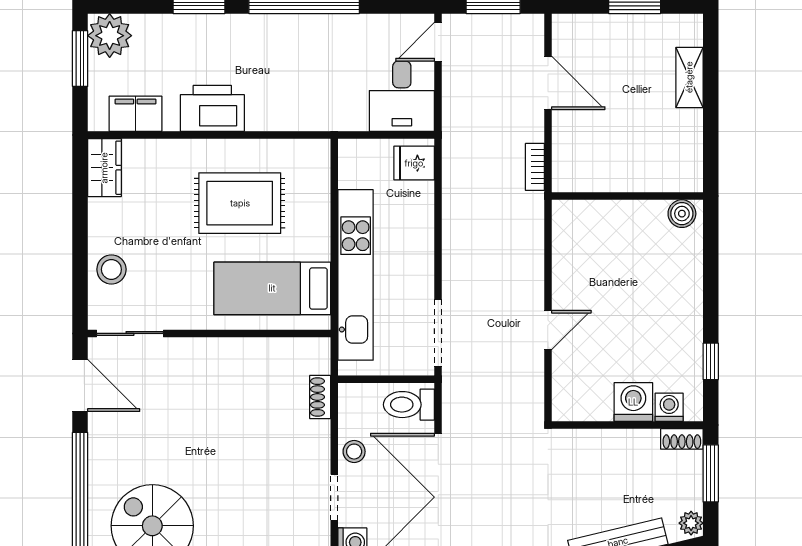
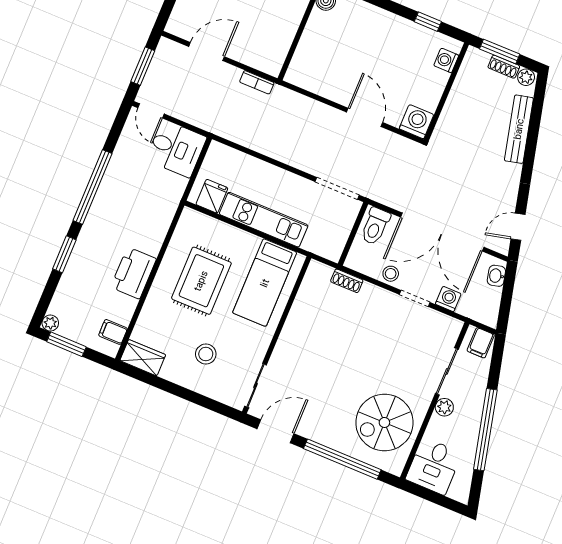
plant: (110, 36) -> (50, 323), width x0.53, depth x0.53
filing cabinet: (135, 114) -> (113, 332), width x0.50
fridge: (414, 163) -> (212, 196), moved, turned 180
stool: (111, 269) -> (206, 354), moved
kitchen unit: (356, 275) -> (264, 220), width x0.73
door: (548, 330) -> (365, 117), width x1.37
washing machine: (633, 402) -> (416, 122), moved, turned 90
shoe rack: (682, 439) -> (504, 67), moved, turned 90

